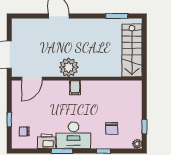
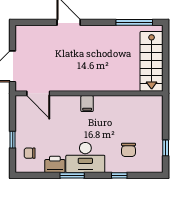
window: (117, 16) -> (134, 22), width x1.44
plant: (69, 67) -> (80, 81), removed
door: (32, 79) -> (38, 93), hinge flipped
plant: (137, 144) -> (157, 167), removed

